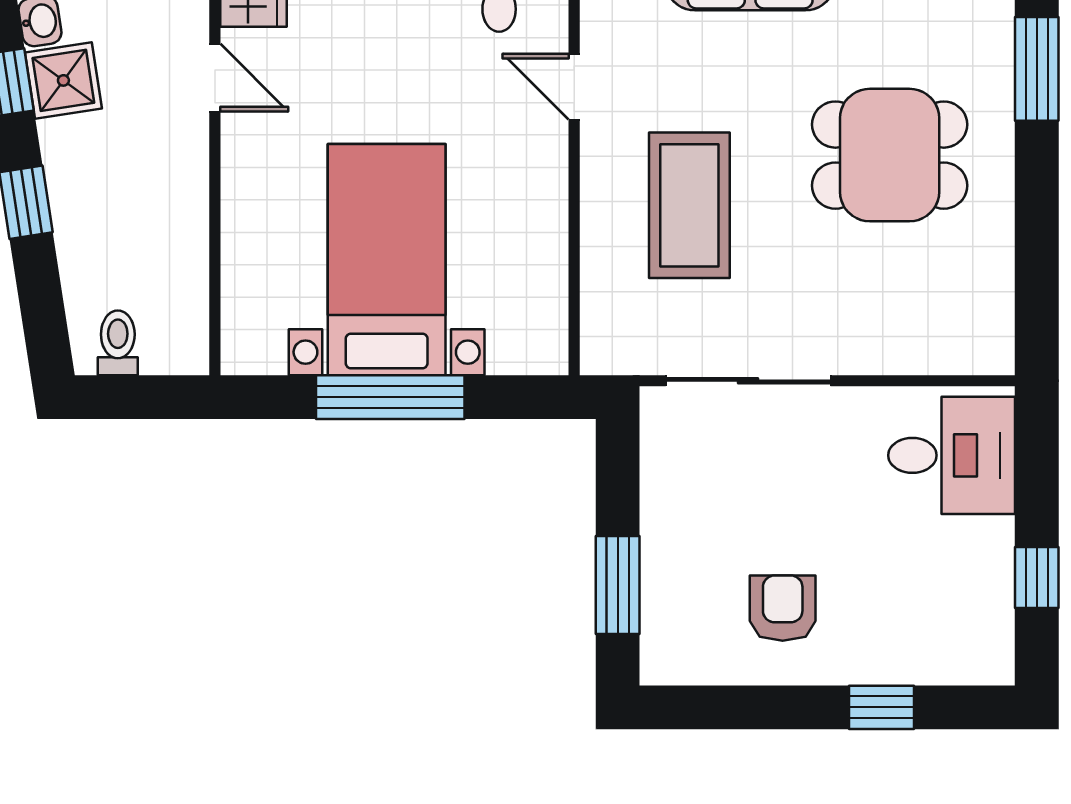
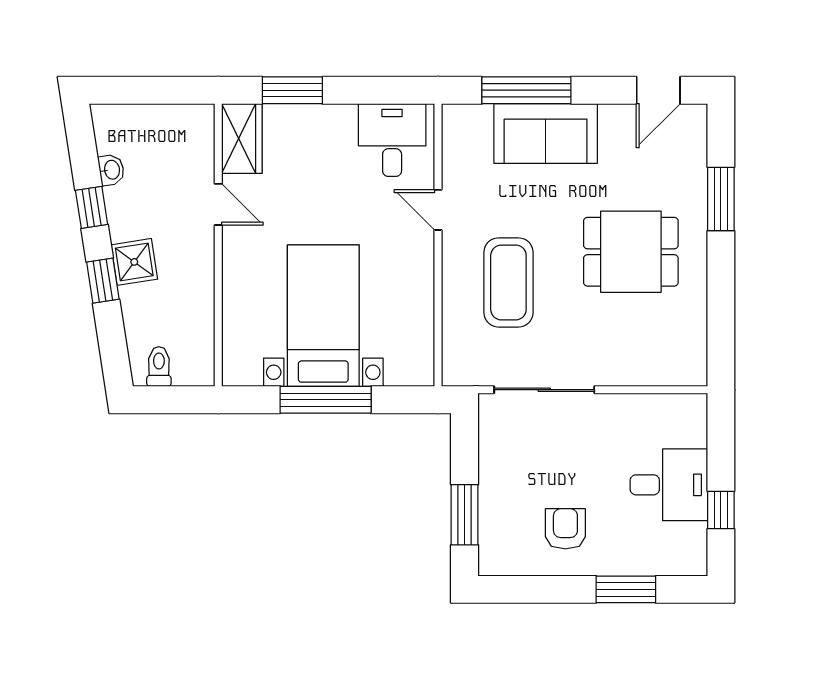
shower: (63, 80) -> (134, 262), moved
desk: (952, 455) -> (669, 485), moved
window: (881, 707) -> (626, 589), width x1.50

